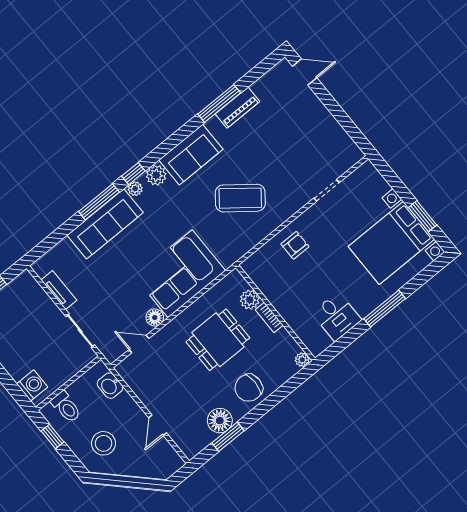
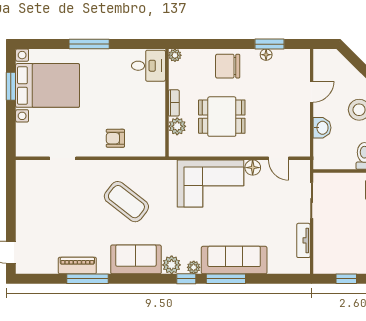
desk: (337, 316) -> (148, 66), moved, turned 90
washbasin: (110, 386) -> (322, 128), moved
chair: (249, 388) -> (228, 66), turned 180
floor lamp: (220, 421) -> (266, 55), width x0.53, depth x0.53

